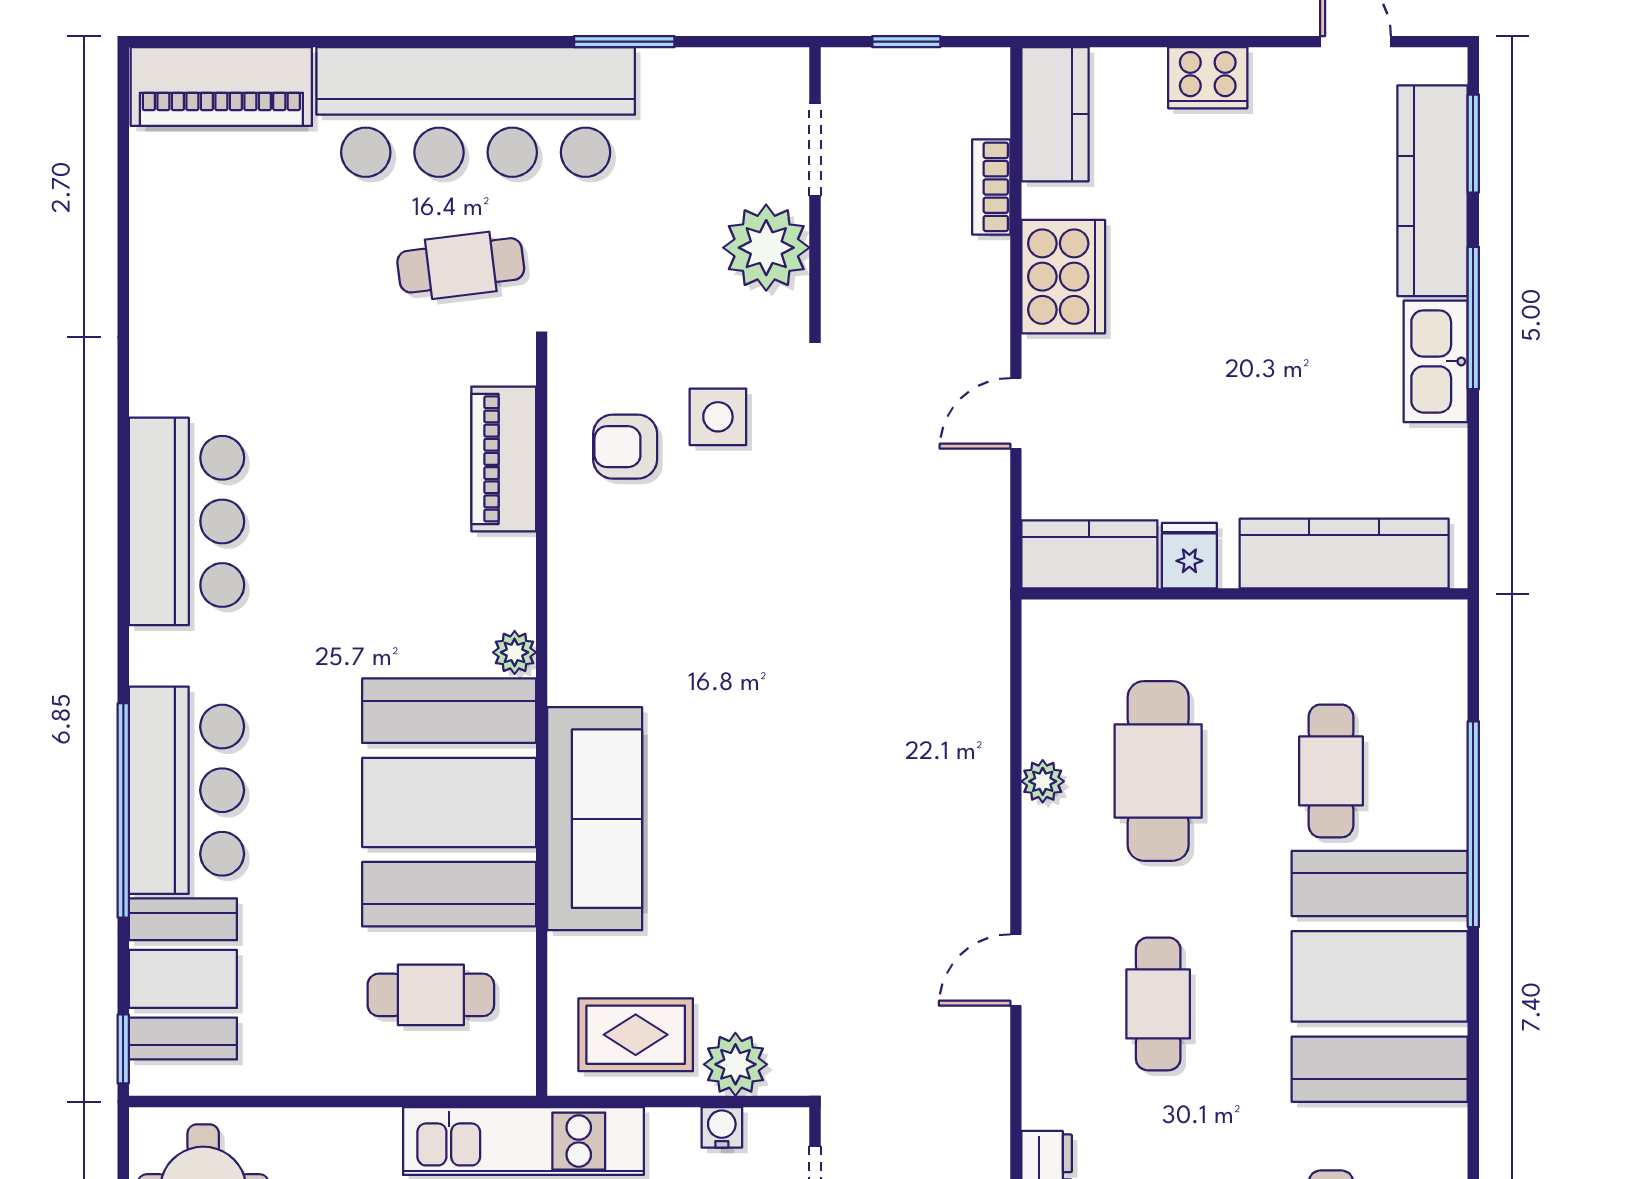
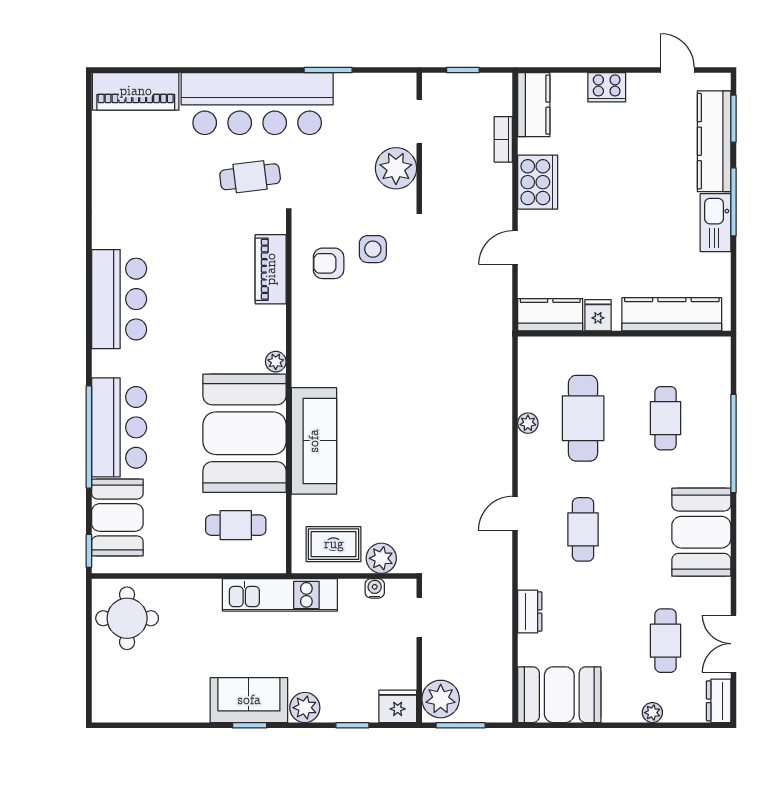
booth: (1380, 976) -> (701, 532), width x0.73, depth x0.70

